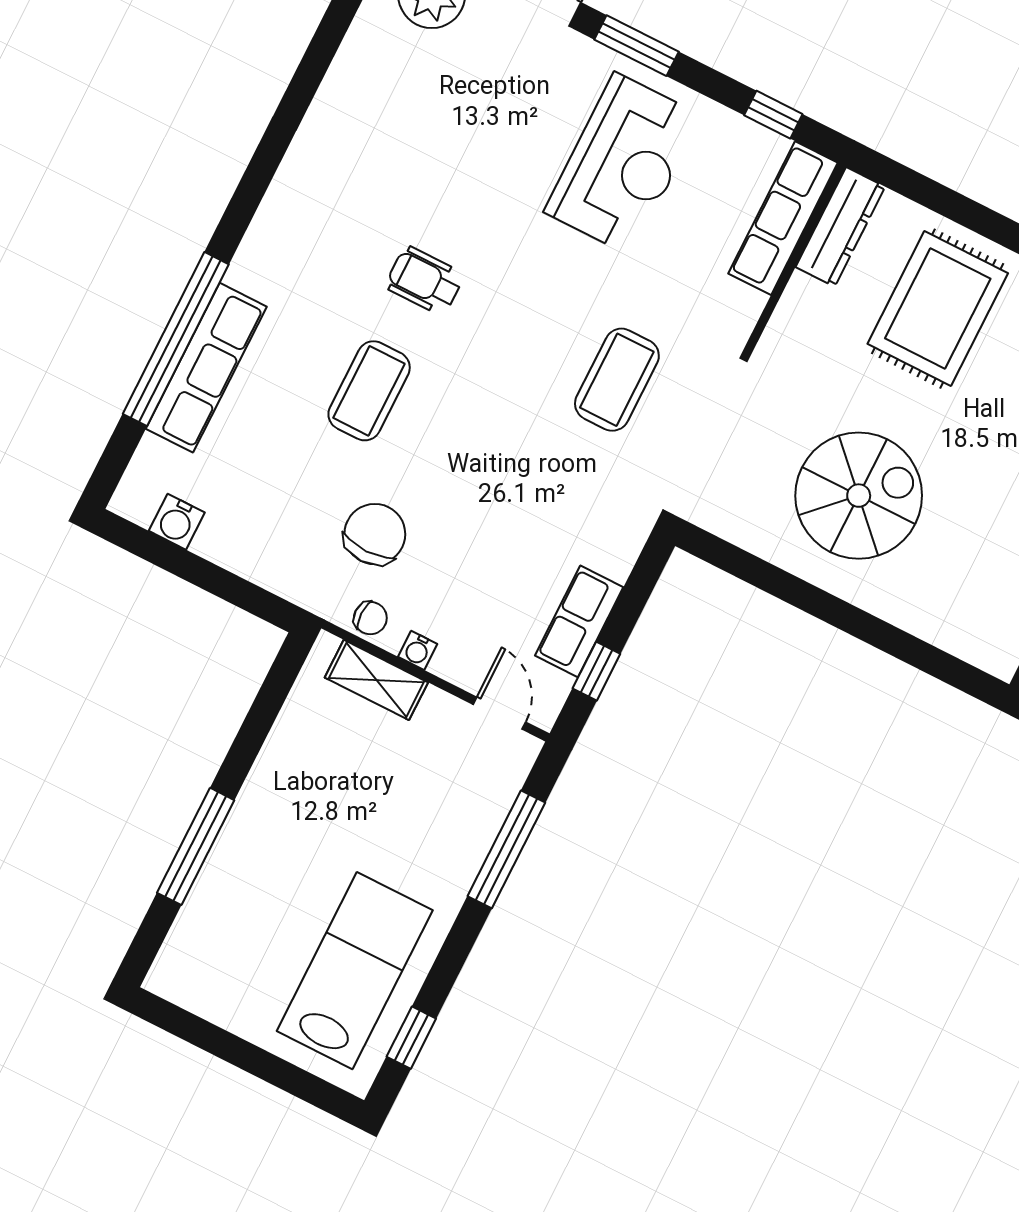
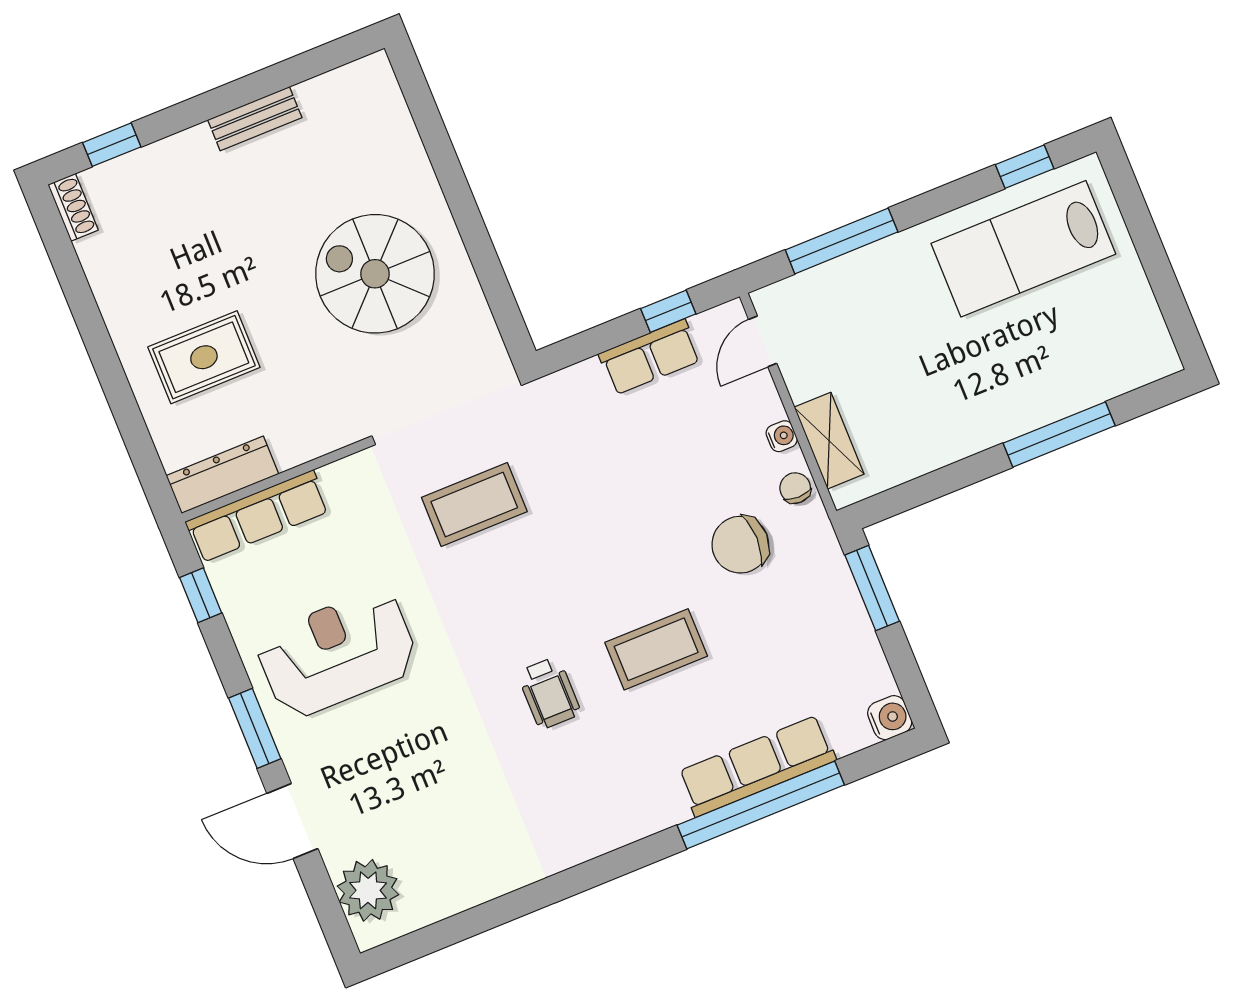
rug: (938, 308) -> (204, 357), width x0.73, depth x0.70
water cooler: (177, 522) -> (890, 718), moved
window: (238, 592) -> (872, 588), added

